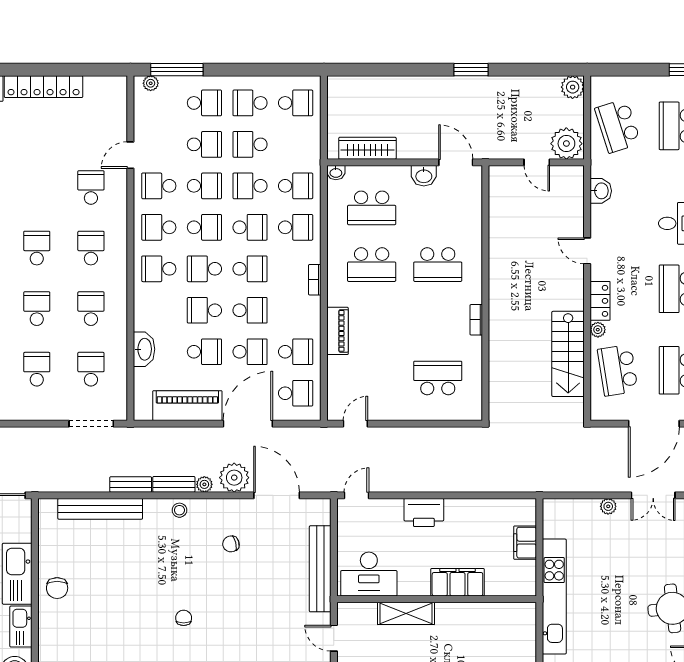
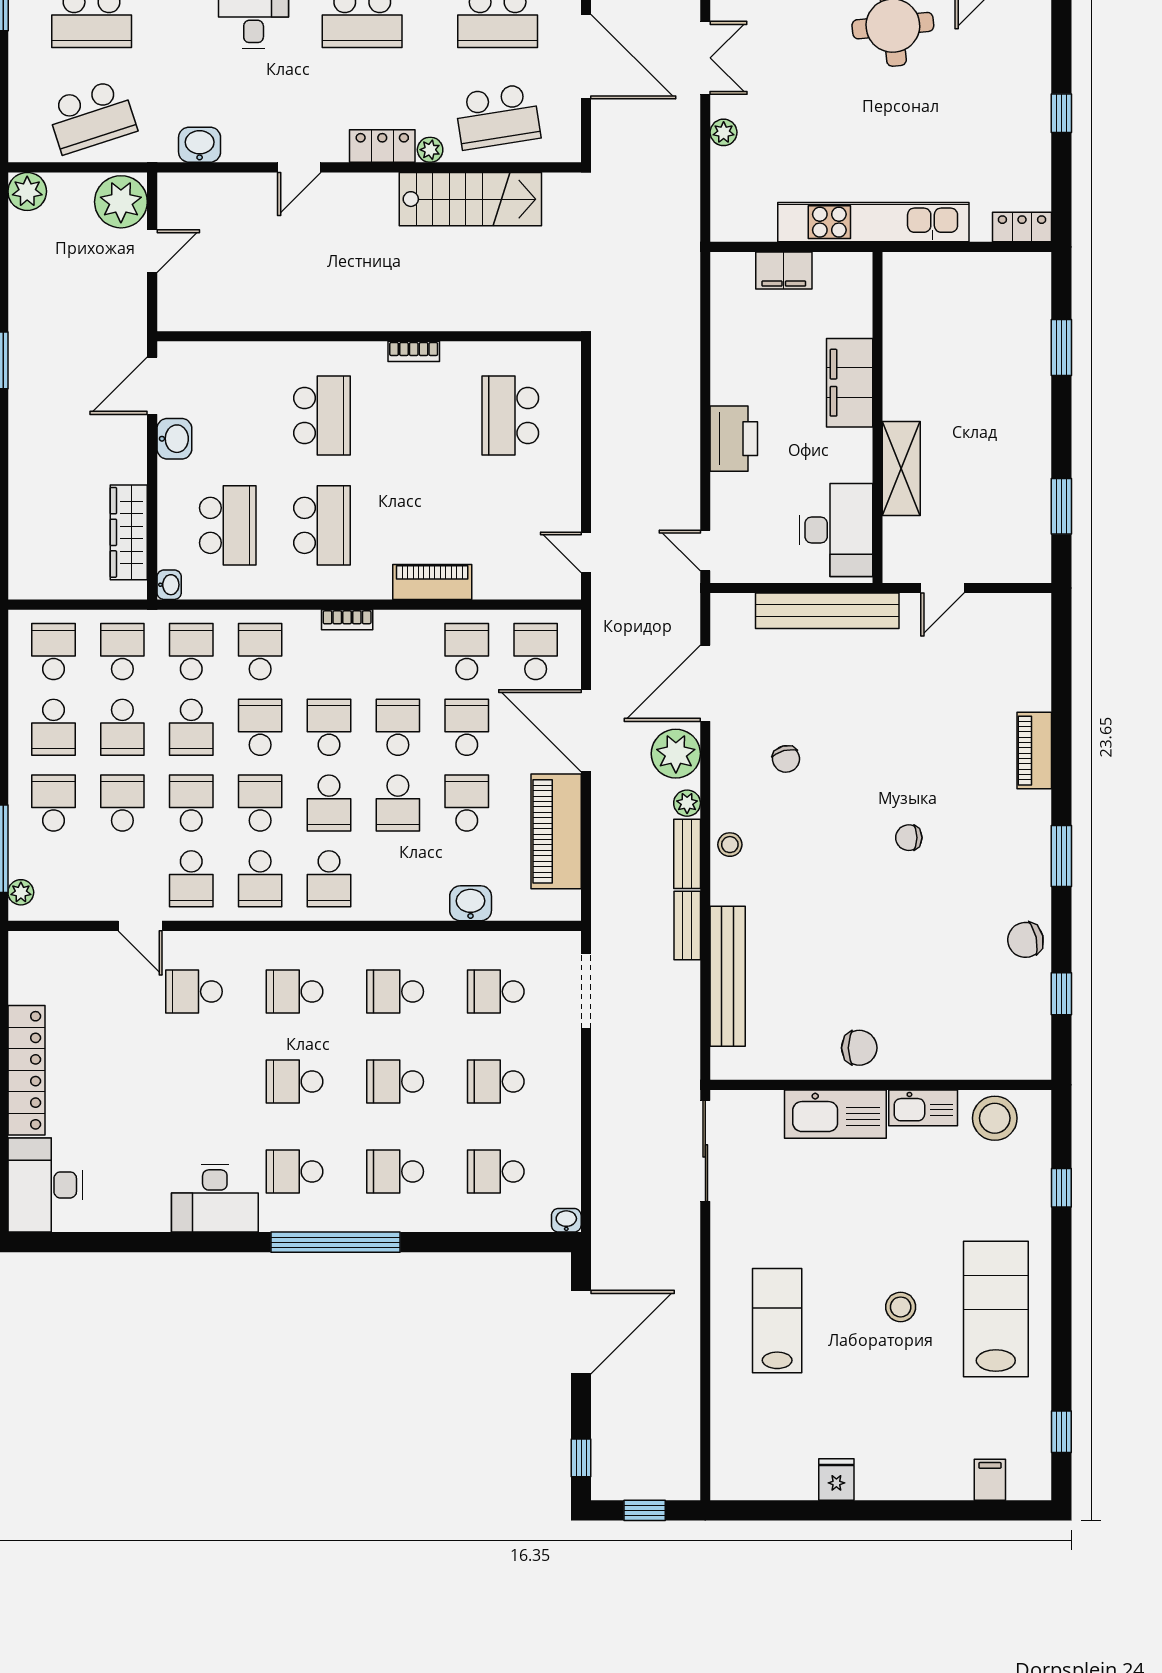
school desk: (296, 144) -> (122, 652), added
washbasin: (144, 349) -> (471, 903), width x0.72

